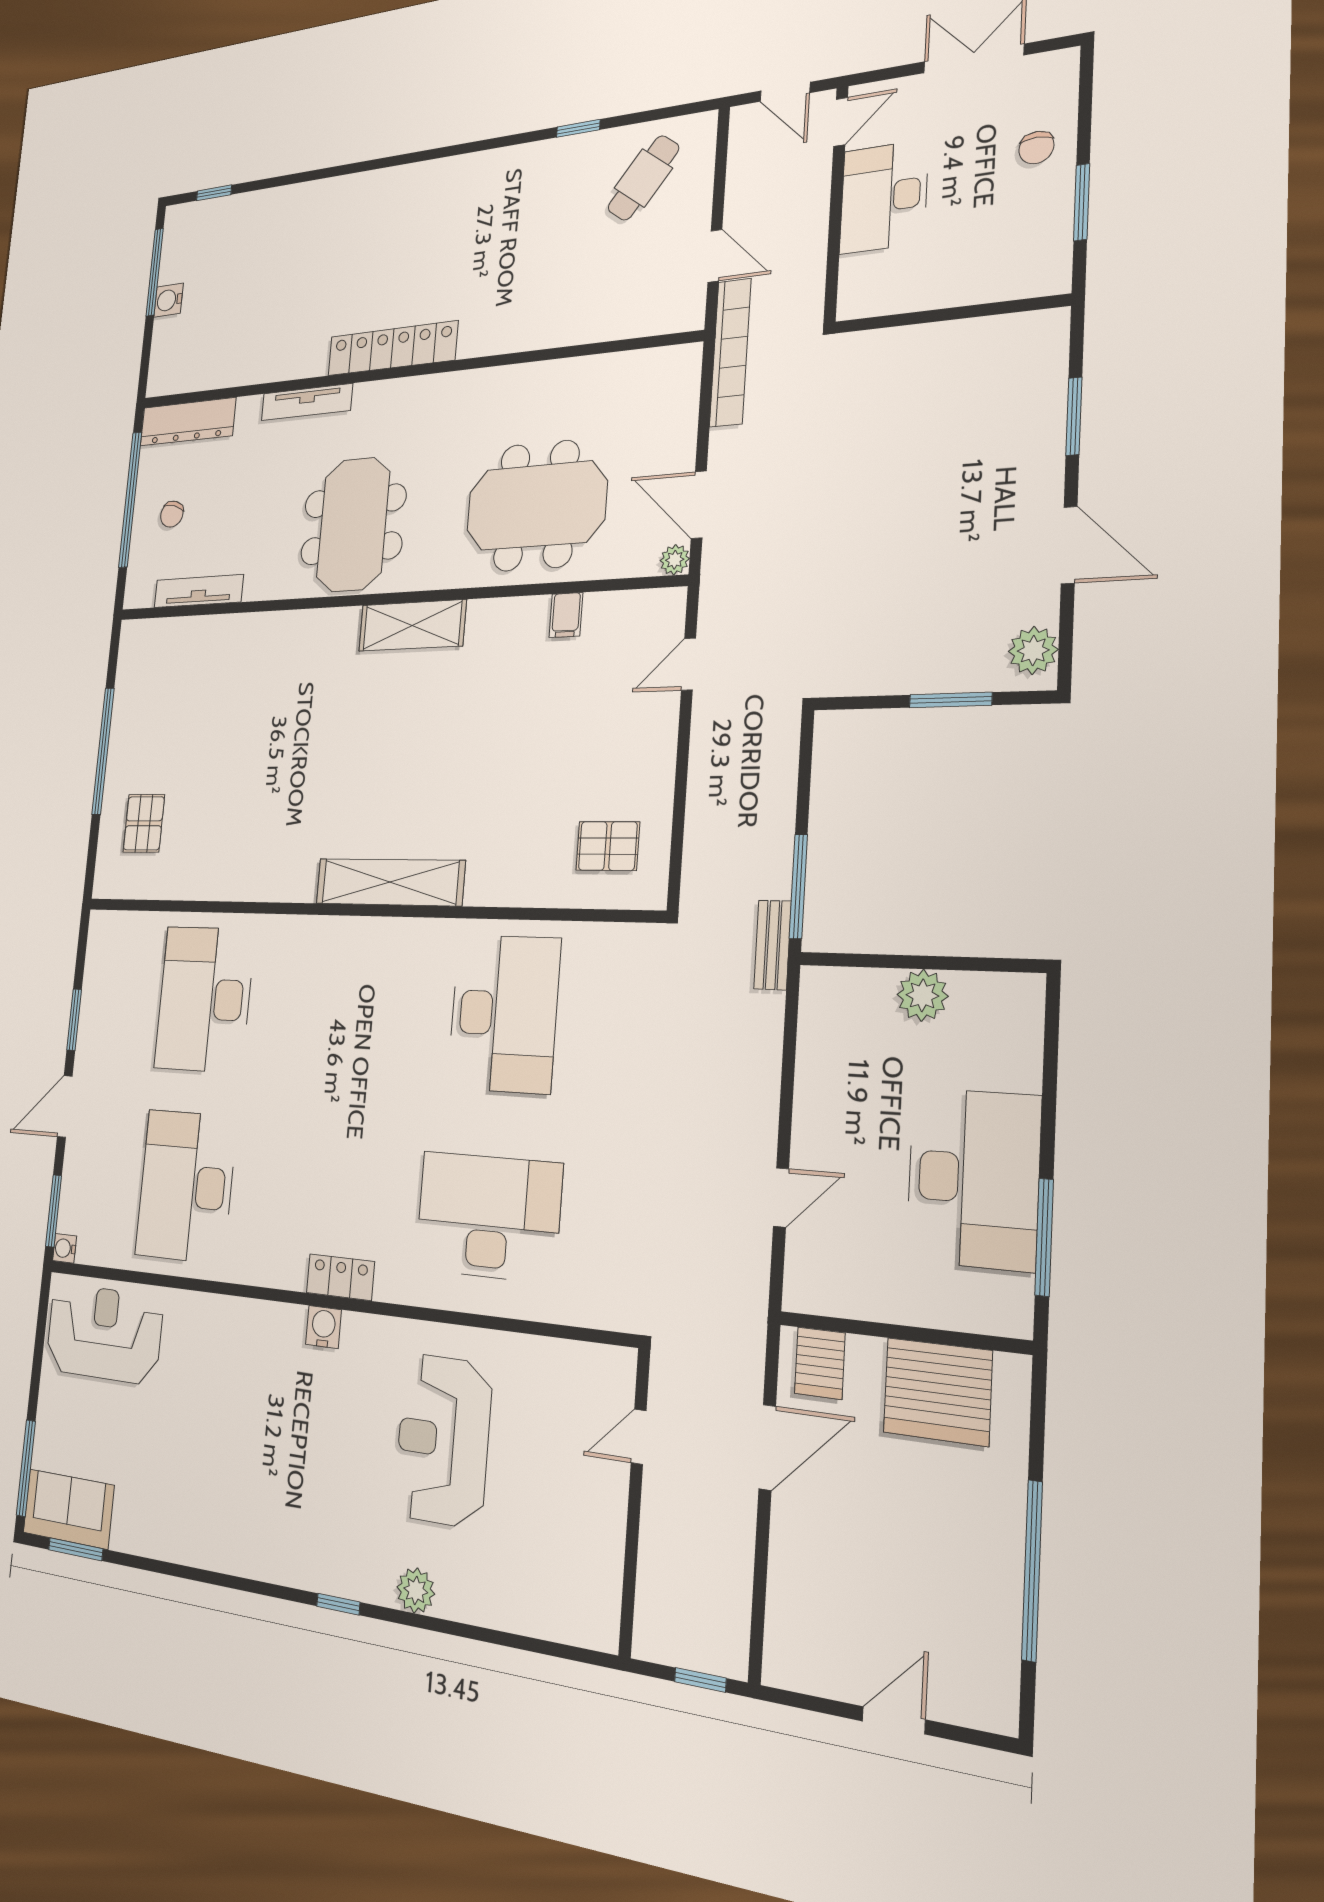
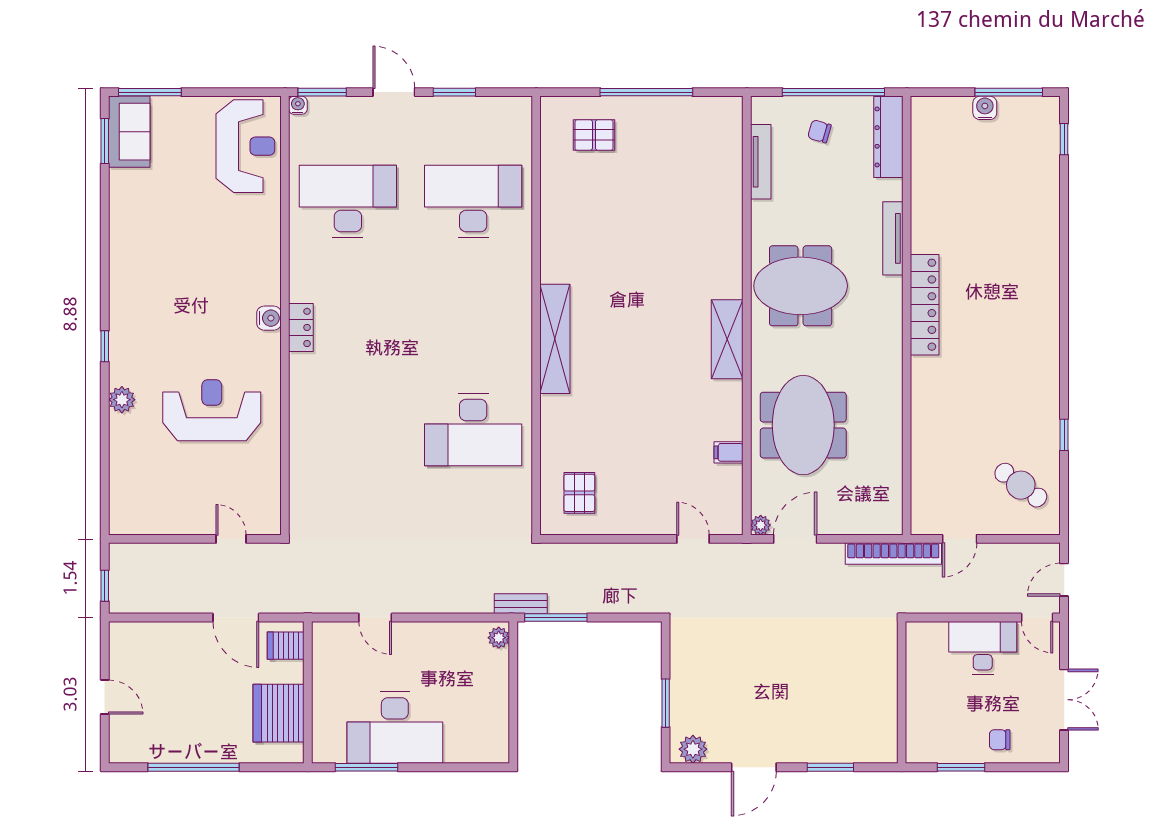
plant: (922, 995) -> (499, 638), moved, width x0.73, depth x0.73
desk: (488, 1217) -> (348, 430), removed

